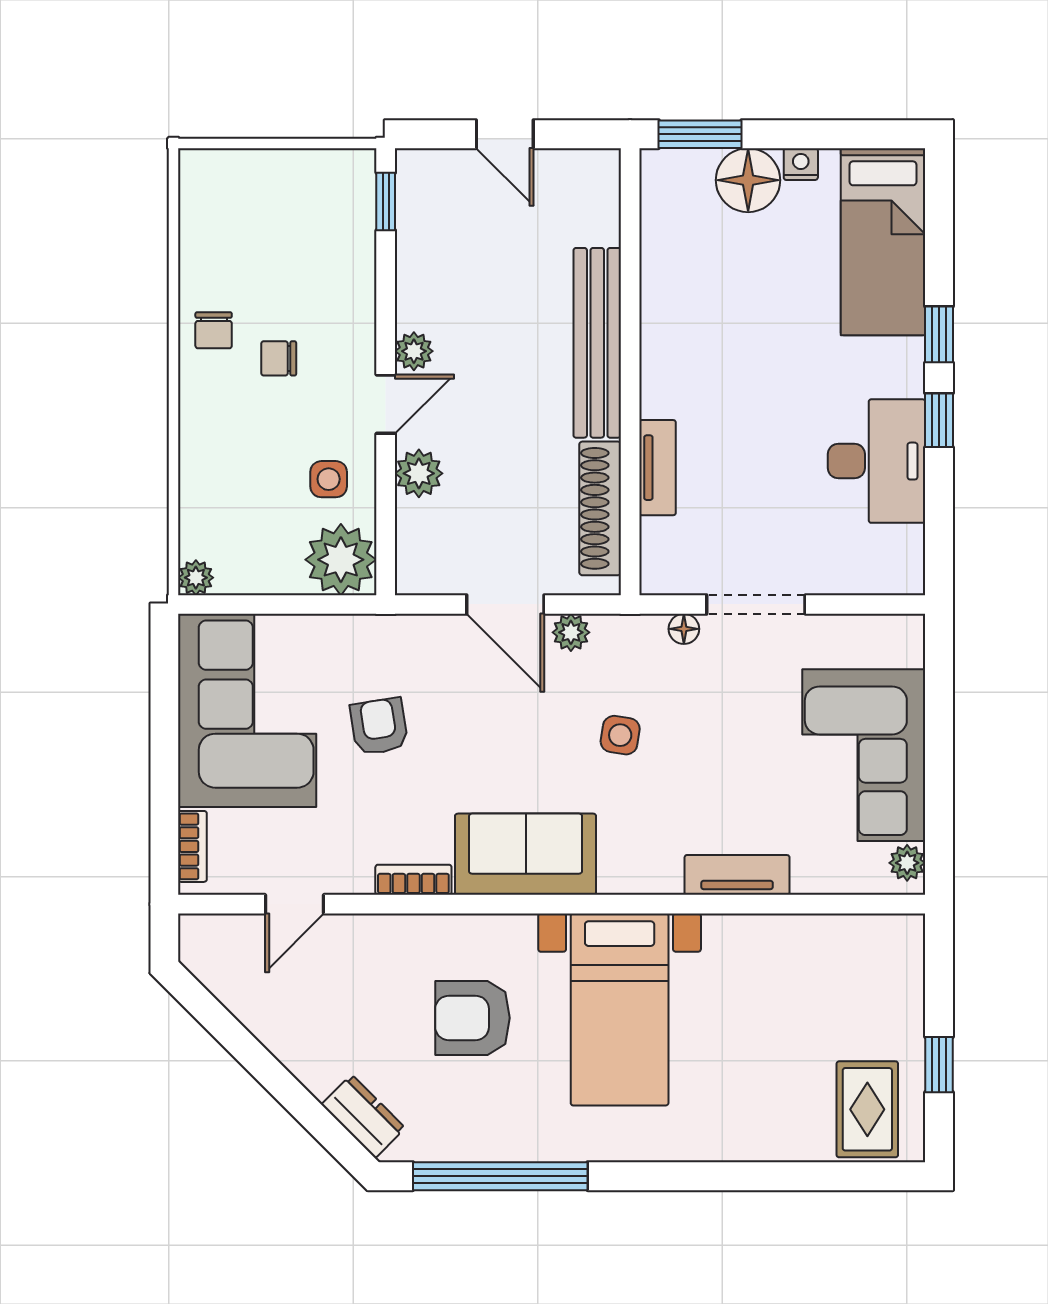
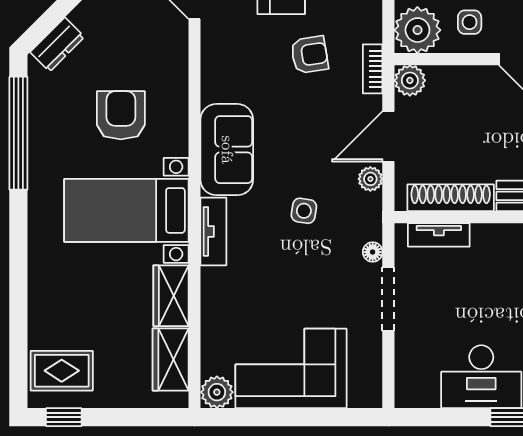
tv unit: (657, 468) -> (439, 235), moved
plant: (419, 473) -> (410, 80), moved
plant: (907, 863) -> (217, 392), width x1.38, depth x1.38
tv unit: (737, 875) -> (213, 231), moved
bookcase: (413, 880) -> (373, 69), moved, turned 180
wardrobe: (751, 941) -> (171, 296), added
wardrobe: (850, 941) -> (171, 360), added
window: (939, 1065) -> (64, 417), moved

